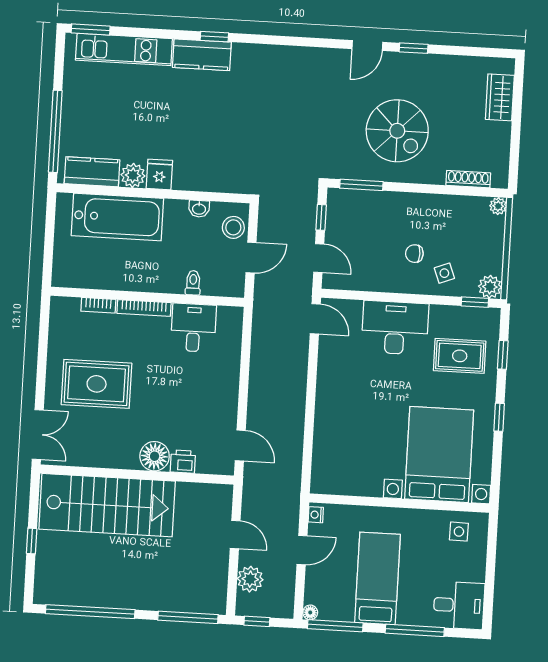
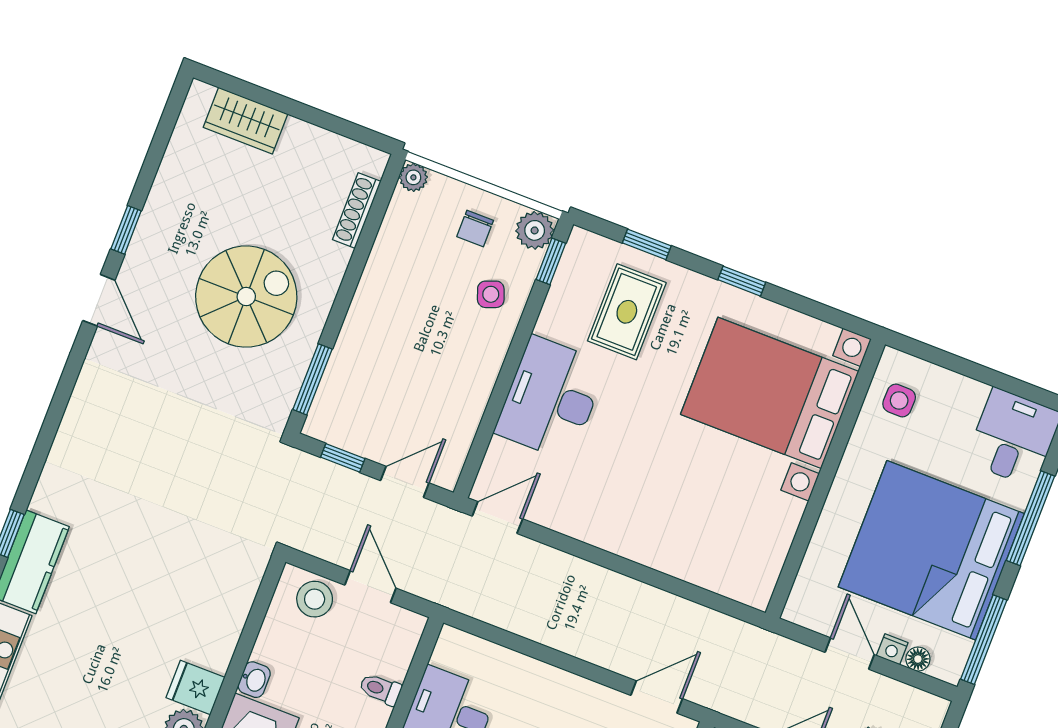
washbasin: (199, 209) -> (254, 680), moved
chair: (414, 254) -> (475, 229), moved
nightstand: (316, 515) -> (892, 649), moved
bed: (377, 578) -> (931, 550), width x2.04
floor lamp: (310, 612) -> (918, 659), moved

